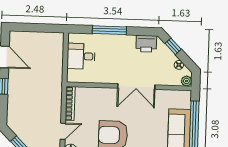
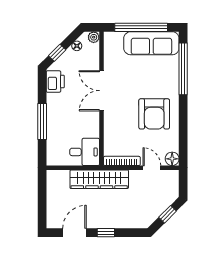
desk: (81, 56) -> (85, 152), moved, turned -90
wardrobe: (54, 82) -> (99, 179), added
double door: (136, 87) -> (101, 91), swing flipped

